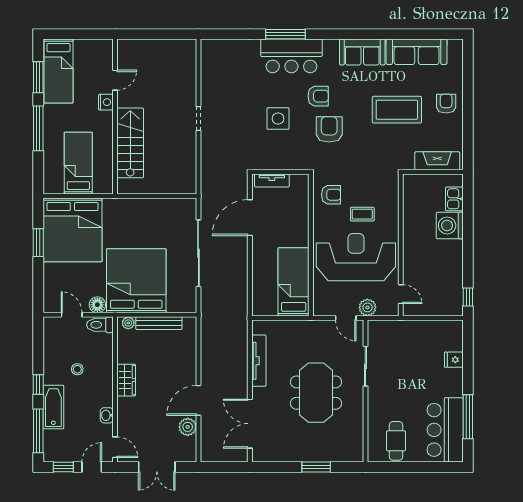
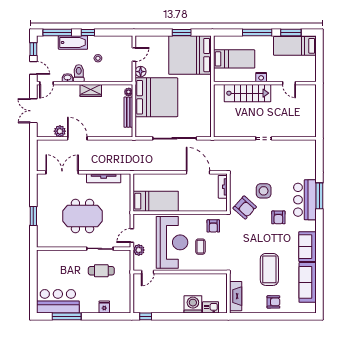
nightstand: (106, 102) -> (261, 77), moved
armchair: (329, 129) -> (245, 208), moved, turned 42
toilet: (100, 325) -> (79, 73), moved
cafe table: (396, 441) -> (101, 271), moved

